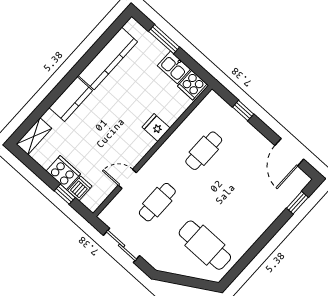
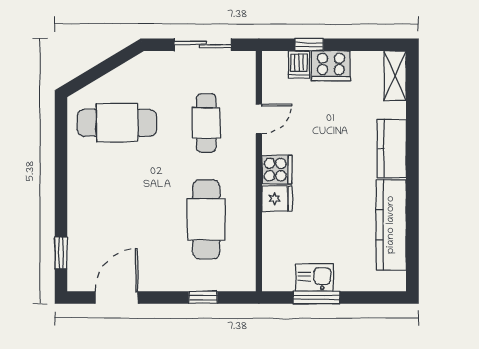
window: (164, 39) -> (316, 297), moved
cooker: (192, 85) -> (277, 170), moved, turned 90
cafe table: (204, 151) -> (206, 219), width x1.37, depth x1.35
door: (289, 152) -> (116, 297), hinge flipped

